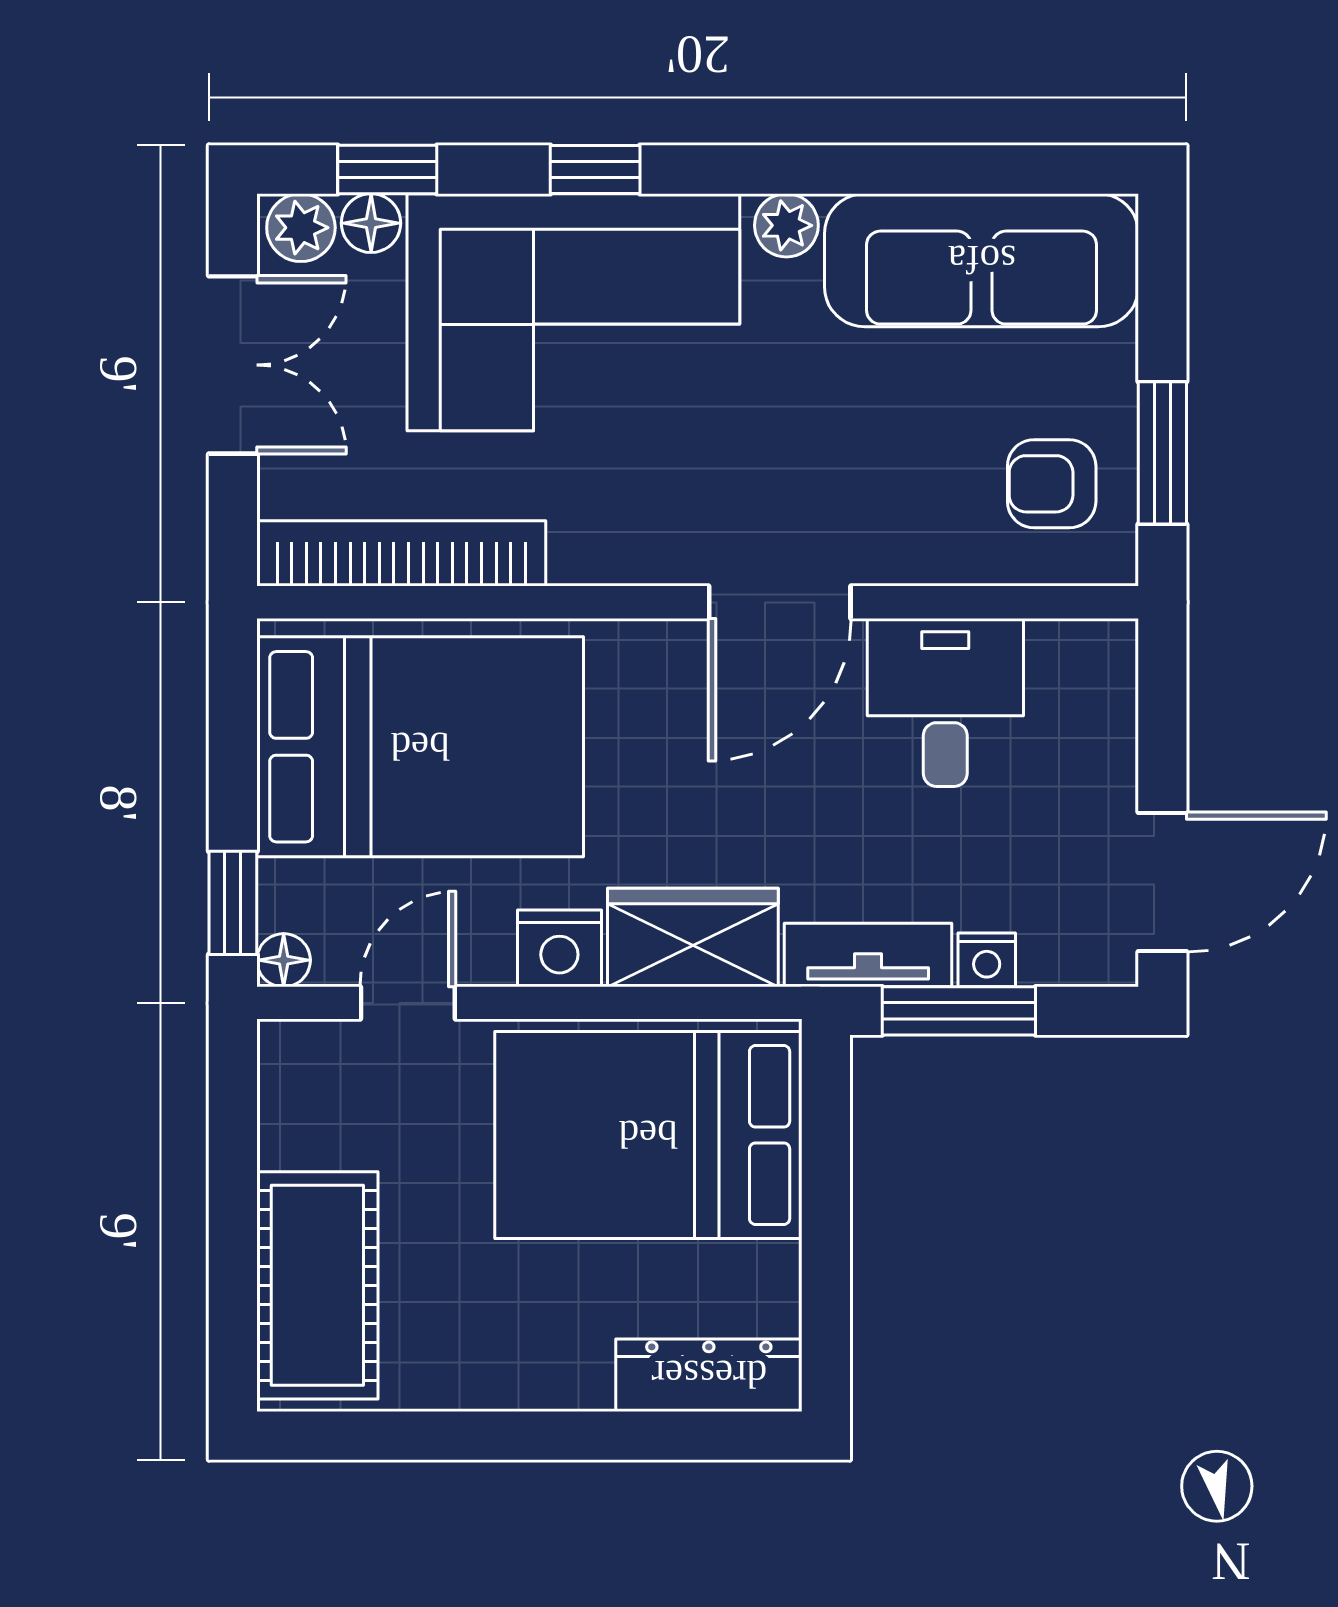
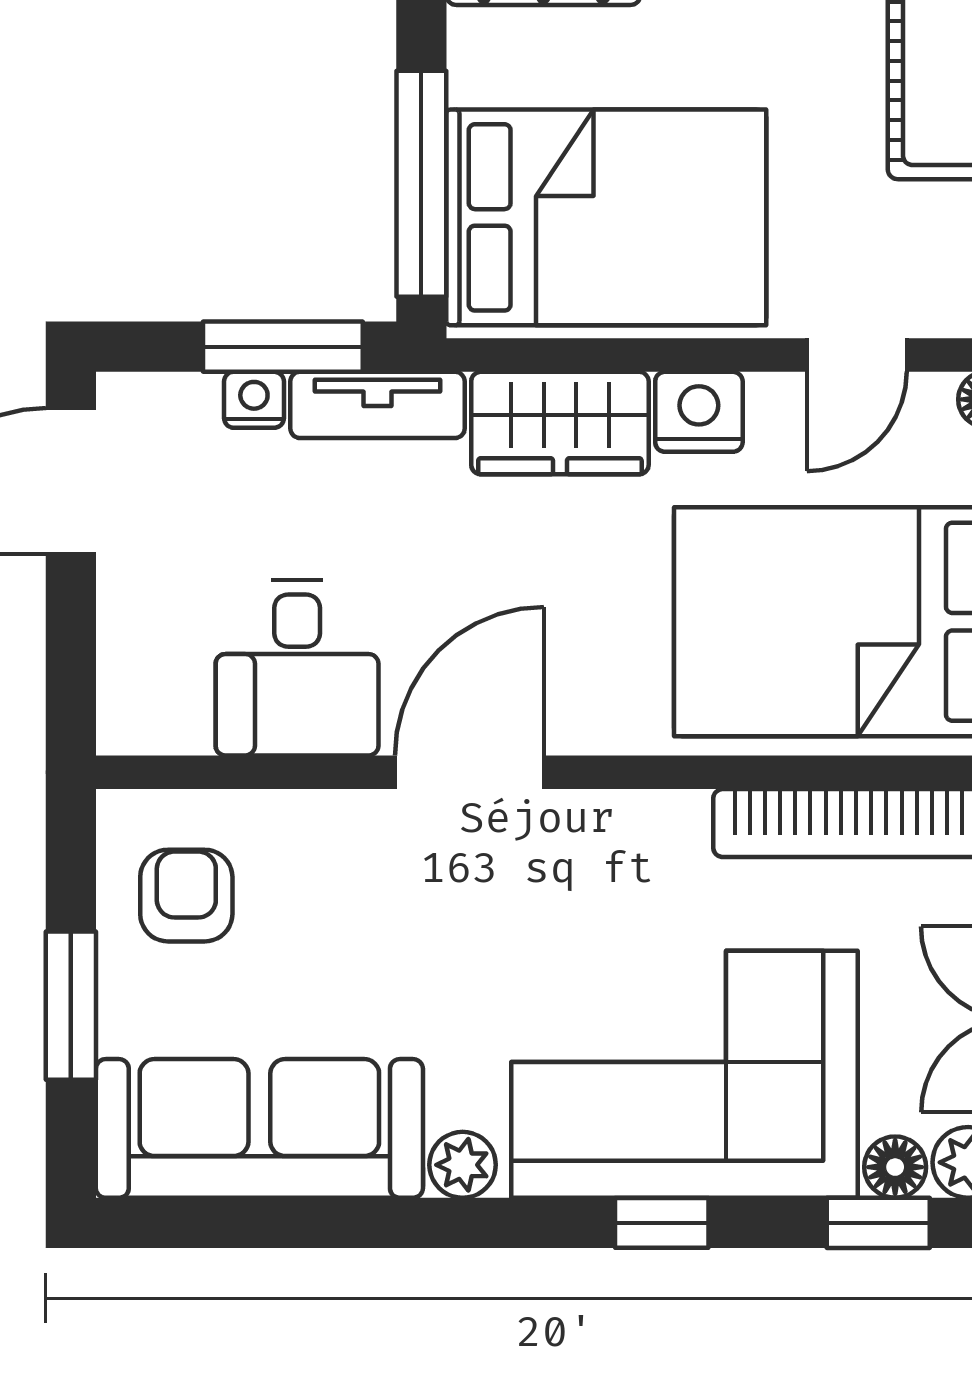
window: (1162, 453) -> (71, 1006), moved
armchair: (1052, 484) -> (186, 896), turned -90
window: (826, 1167) -> (421, 184), added

